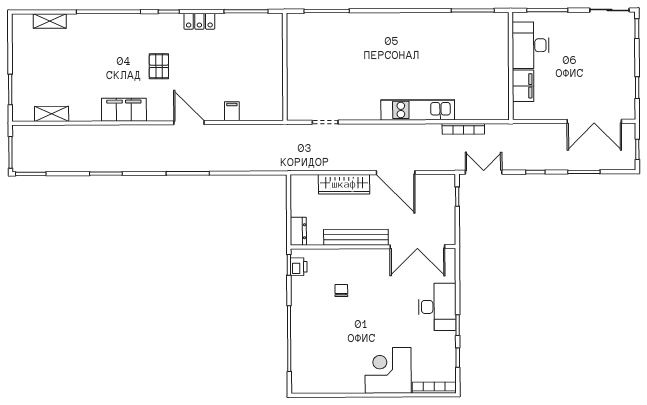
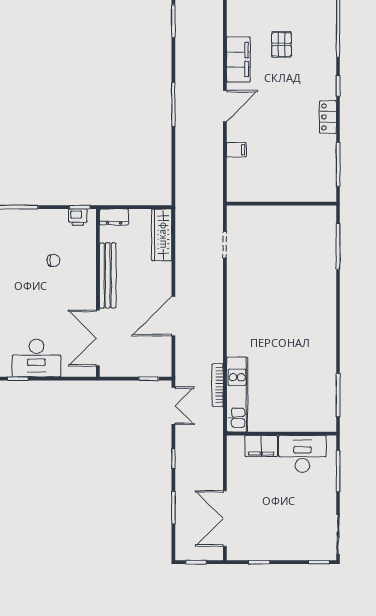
pallet: (159, 66) -> (281, 44), moved, turned 90
filing cabinet: (124, 110) -> (238, 60), moved
kitchen unit: (418, 110) -> (237, 394), moved
wardrobe: (344, 184) -> (162, 235), moved

